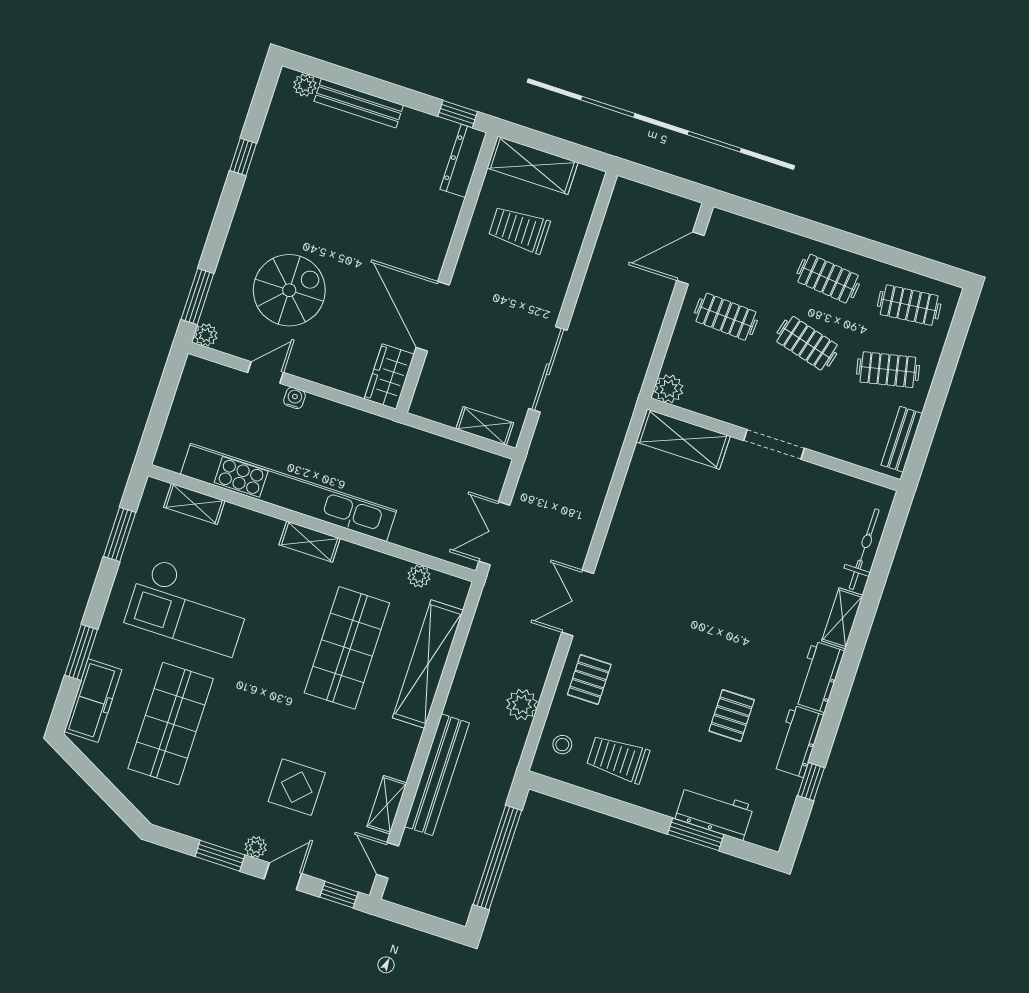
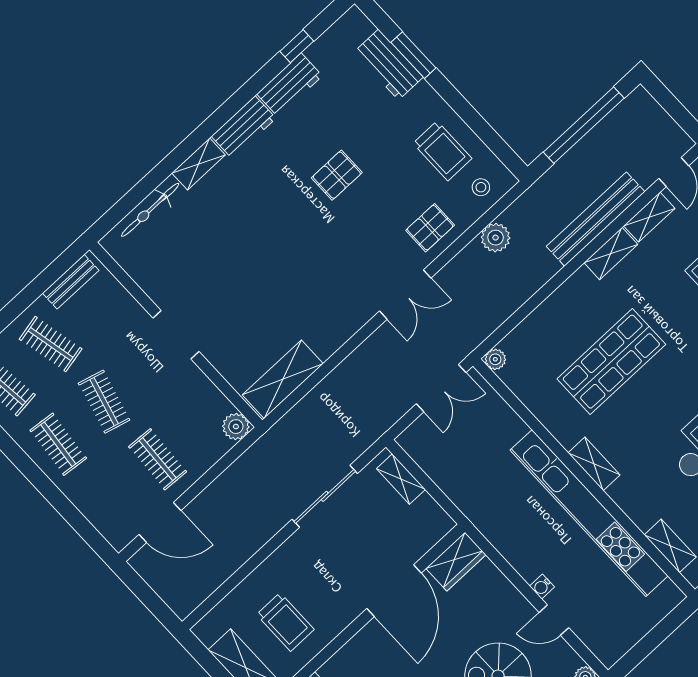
shelving: (683, 439) -> (283, 379), moved, turned 90
plant: (419, 576) -> (495, 359), moved
shelving: (428, 664) -> (611, 254), moved, width x0.45, depth x0.75
pallet: (732, 715) -> (337, 175), moved

